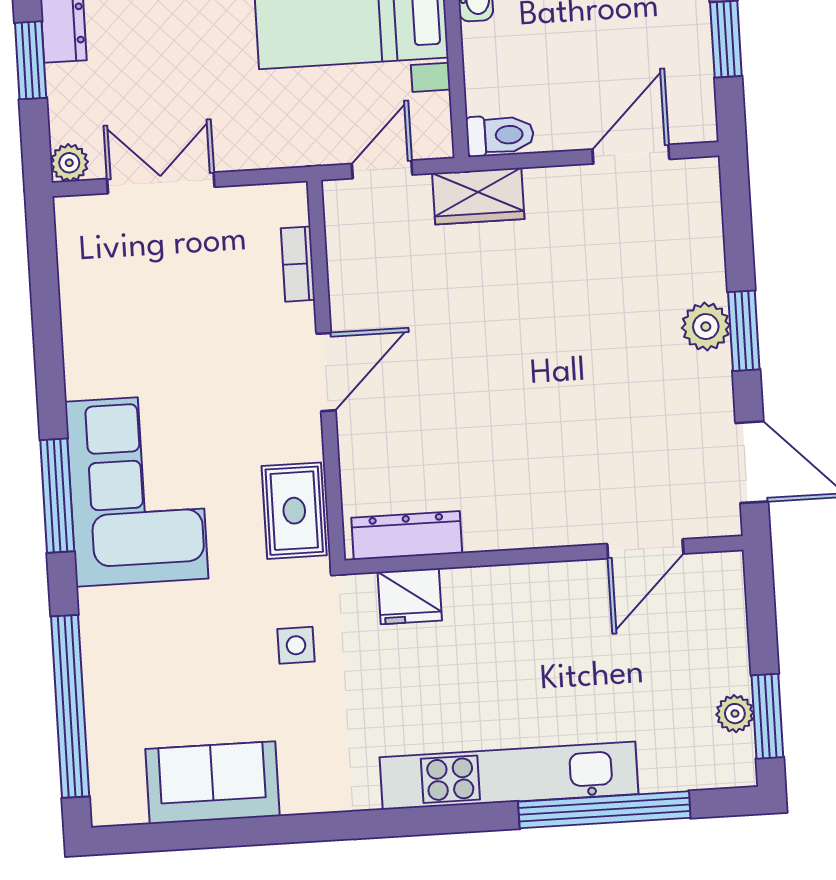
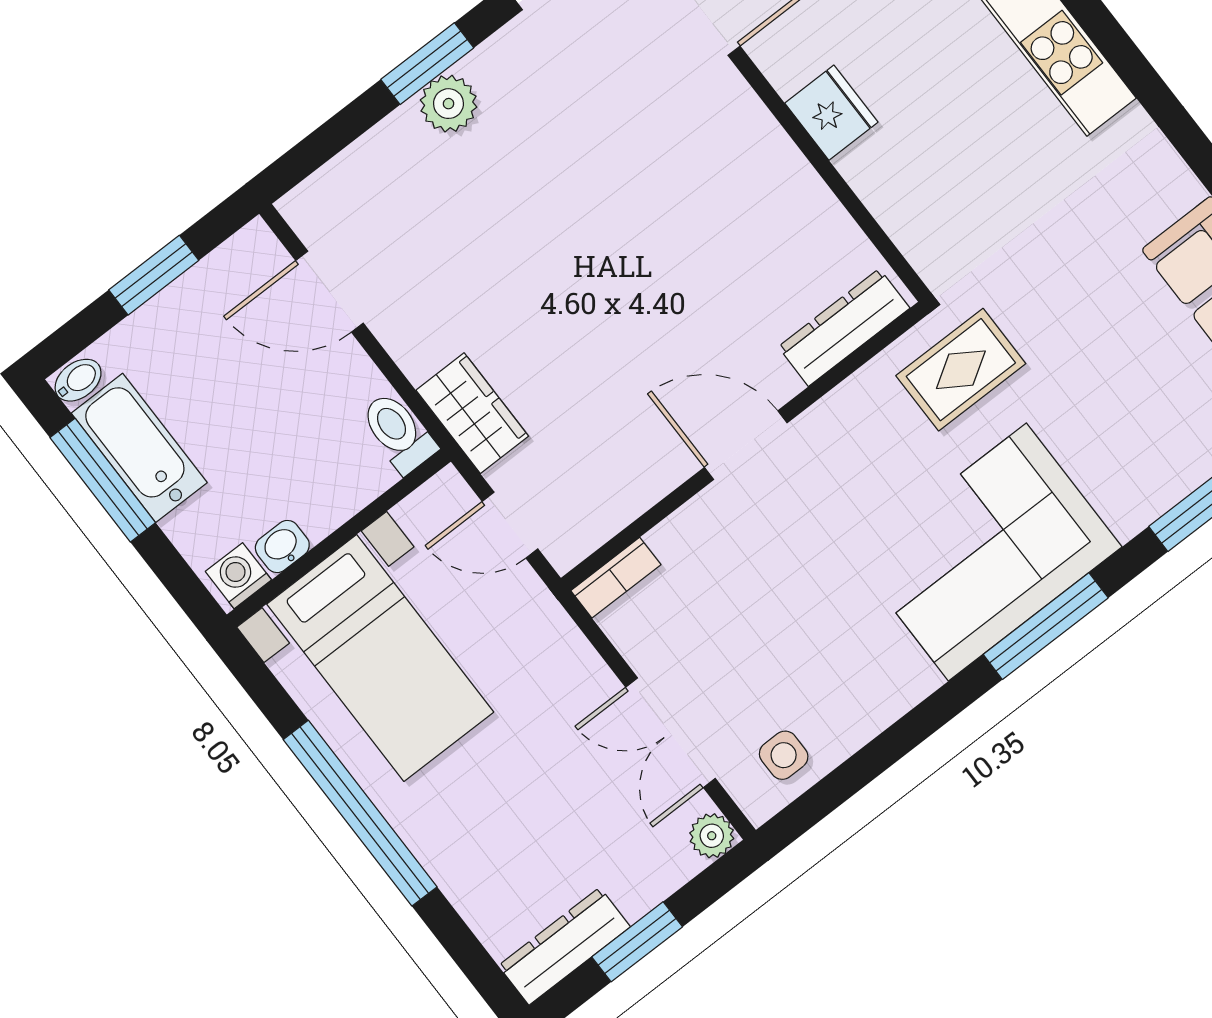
bookcase: (298, 264) -> (616, 578), moved
rug: (294, 511) -> (961, 370), moved
dresser: (407, 535) -> (844, 327), moved, turned 90
fridge: (410, 596) -> (831, 113), moved
side table: (296, 645) -> (784, 755), moved

